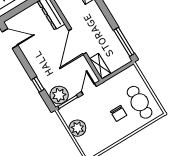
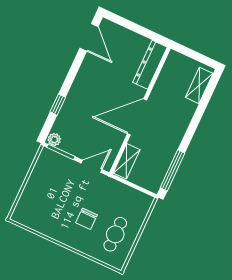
plant: (59, 95) -> (54, 140), width x0.53, depth x0.53
cafe table: (140, 102) -> (115, 234), width x0.73, depth x0.74
plant: (77, 128) -> (38, 183), removed

